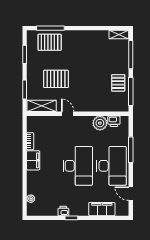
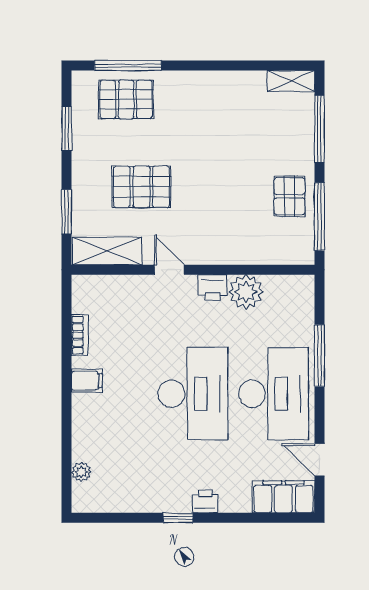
printer: (114, 121) -> (213, 288), moved
filing cabinet: (33, 160) -> (87, 381), width x0.50
filing cabinet: (102, 209) -> (284, 497), moved
printer: (63, 211) -> (205, 501), moved

